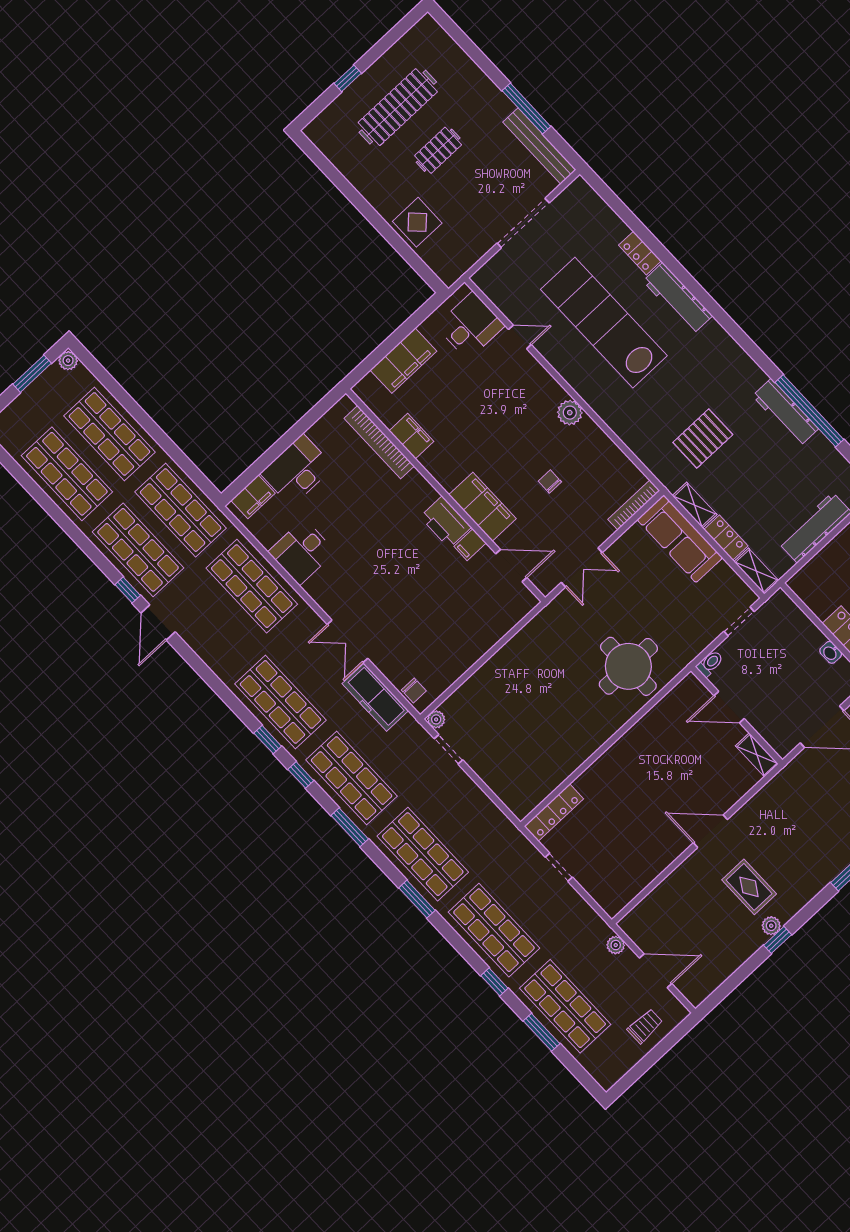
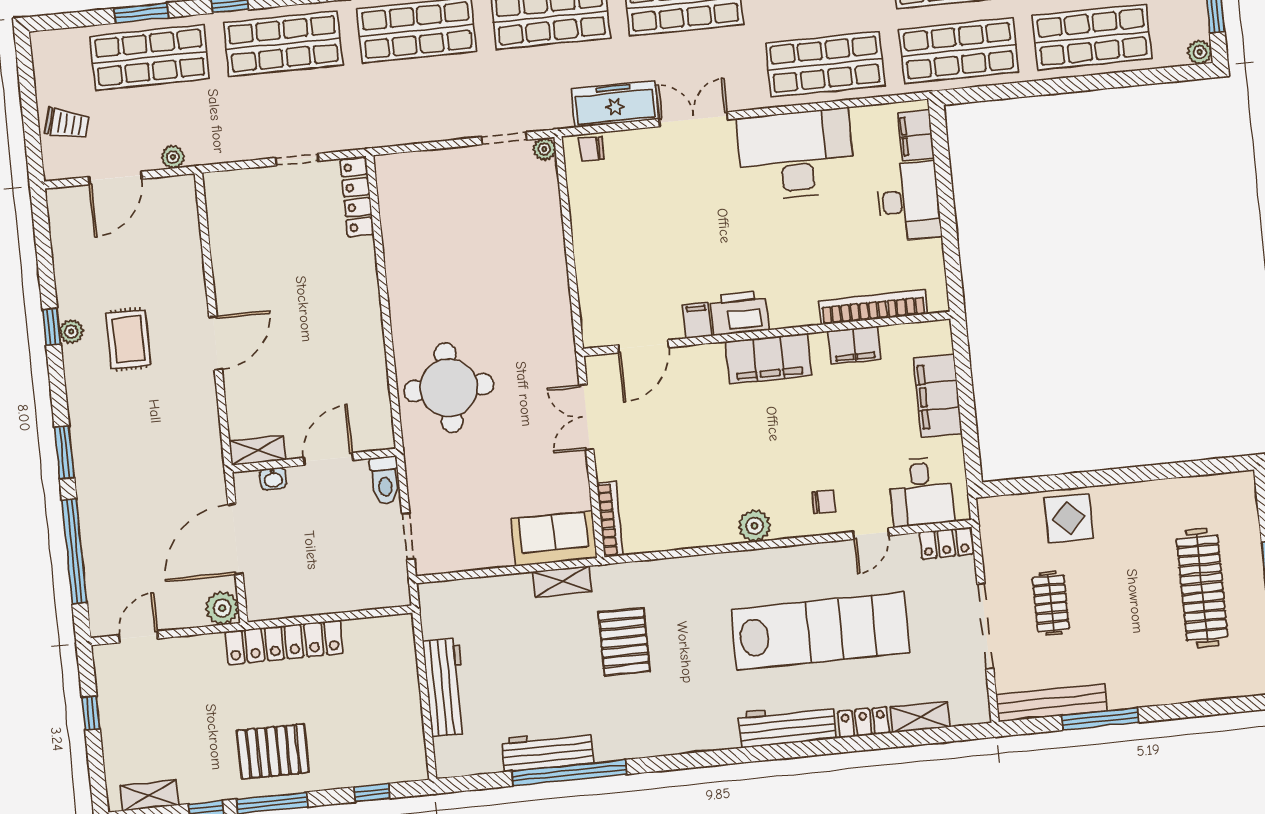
clothes rail: (438, 150) -> (1051, 603), moved
workbench: (785, 412) -> (548, 751), moved
chair: (550, 482) -> (824, 502), moved
filing cabinet: (482, 507) -> (769, 358), moved
locker: (726, 538) -> (946, 543), moved
sofa: (680, 539) -> (554, 539), width x0.73
desk: (302, 552) -> (796, 155), width x1.87, depth x1.30
shelving: (756, 571) -> (920, 717), moved
washbasin: (831, 652) -> (273, 479), moved, turned 180
toilet: (710, 664) -> (385, 480), width x1.37, depth x1.39
rug: (749, 887) -> (128, 339), turned 90
trolley: (645, 1026) -> (67, 124), turned -75

